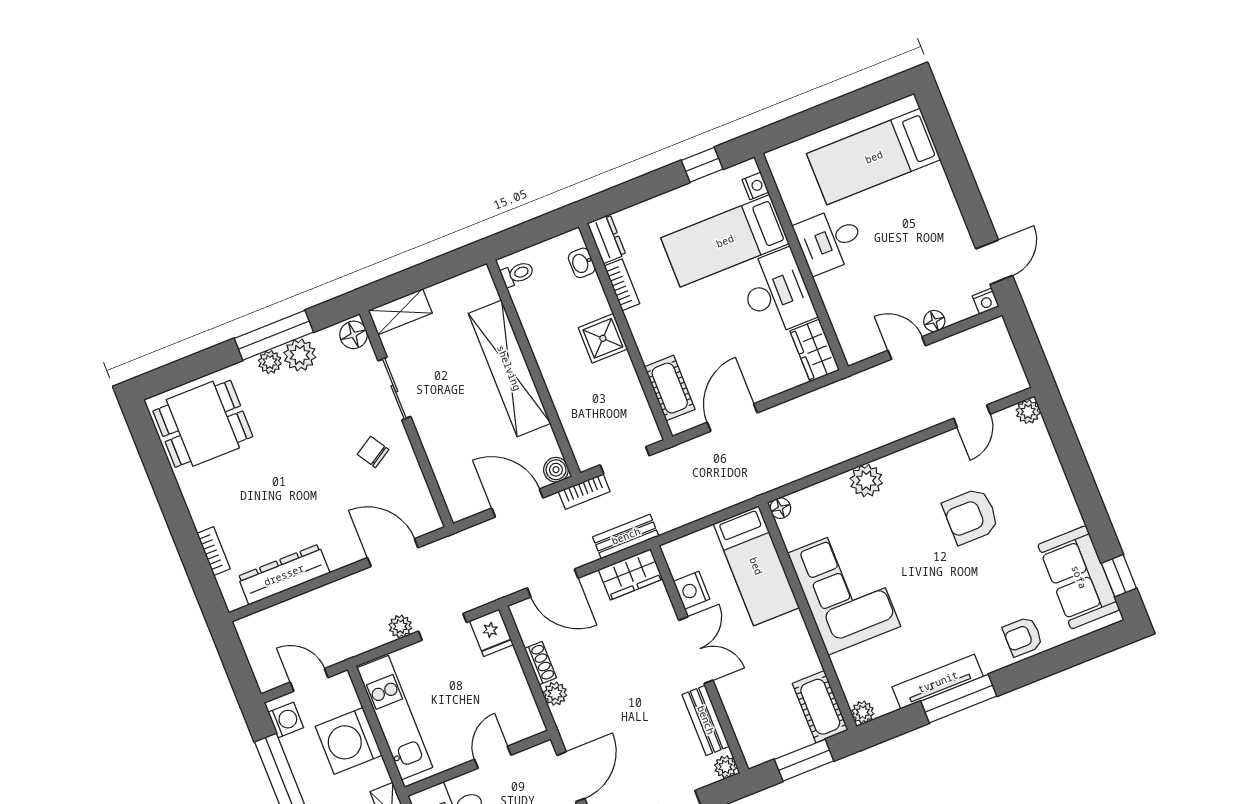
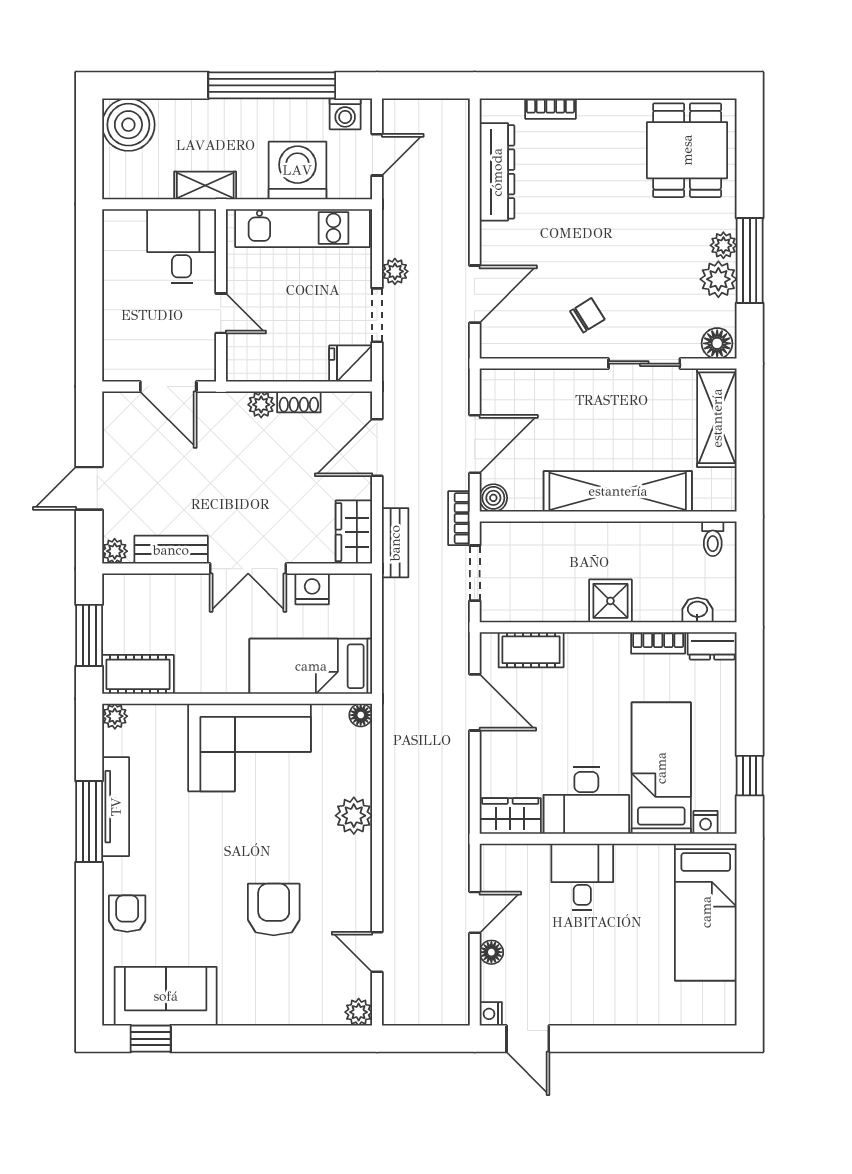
bed: (874, 157) -> (706, 912), moved, turned 180
desk: (830, 240) -> (582, 877), moved
shelving: (400, 312) -> (717, 418), width x1.50, depth x1.33

